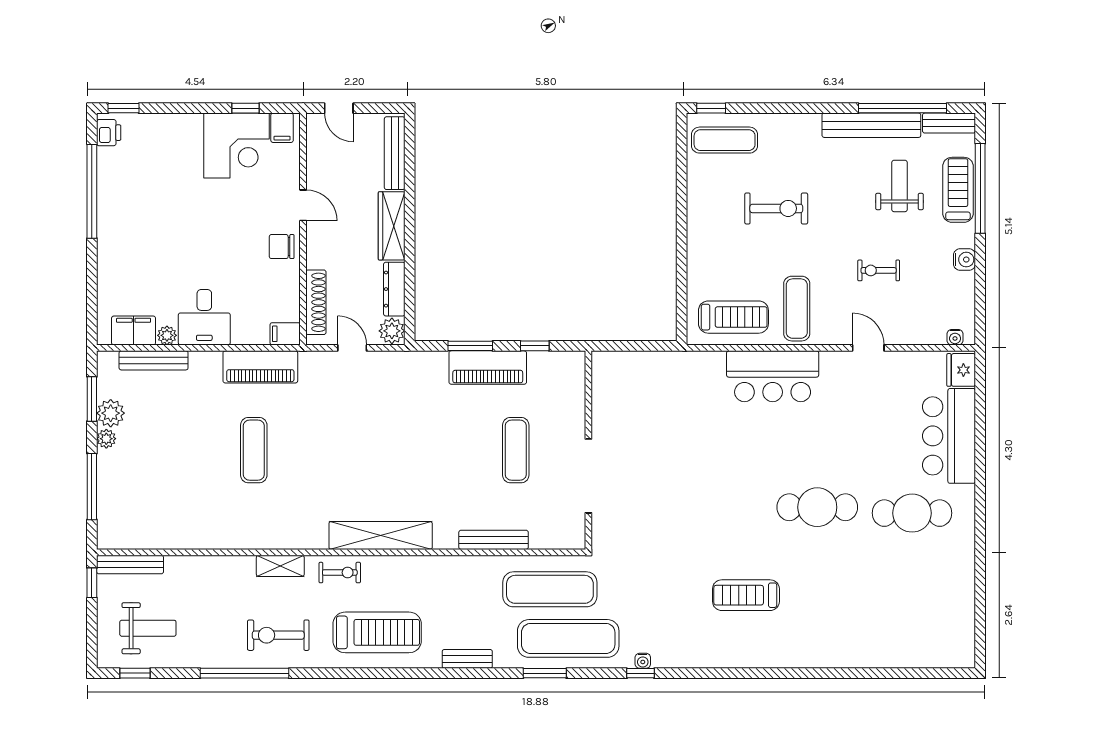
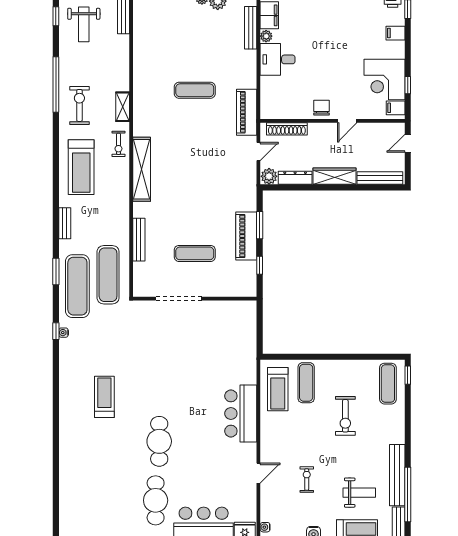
exercise mat: (797, 309) -> (306, 383), moved, turned 90
filing cabinet: (285, 334) -> (395, 33), moved, turned -90
piano: (260, 367) -> (247, 112), moved

